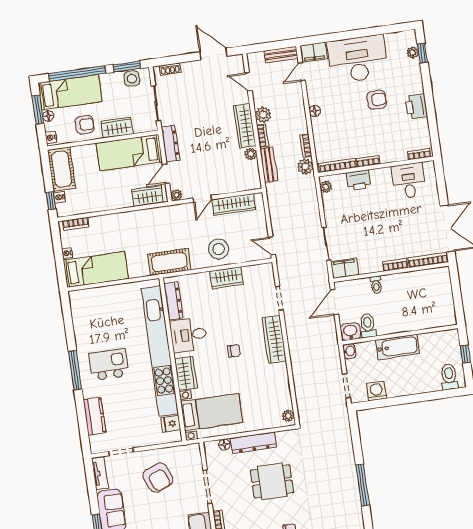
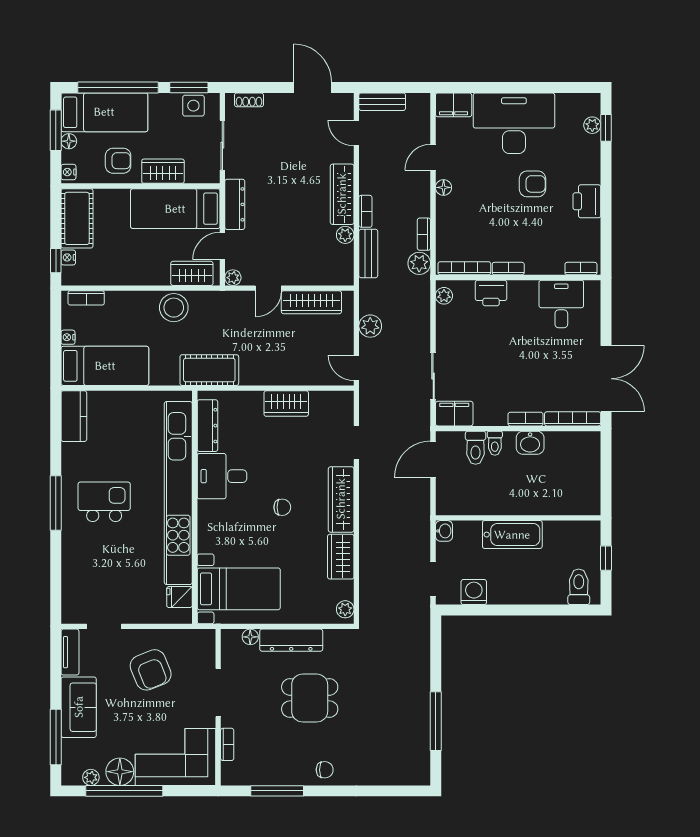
bench: (281, 55) -> (382, 102), moved
door: (302, 72) -> (433, 157), moved
plant: (263, 115) -> (370, 326), moved
stool: (219, 249) -> (174, 308), moved
toilet: (368, 325) -> (476, 448), moved, turned 180
washbasin: (350, 332) -> (530, 443), moved, turned 180
wardrobe: (186, 373) -> (341, 557), moved, turned 180
kitchen counter: (94, 416) -> (74, 416), moved

